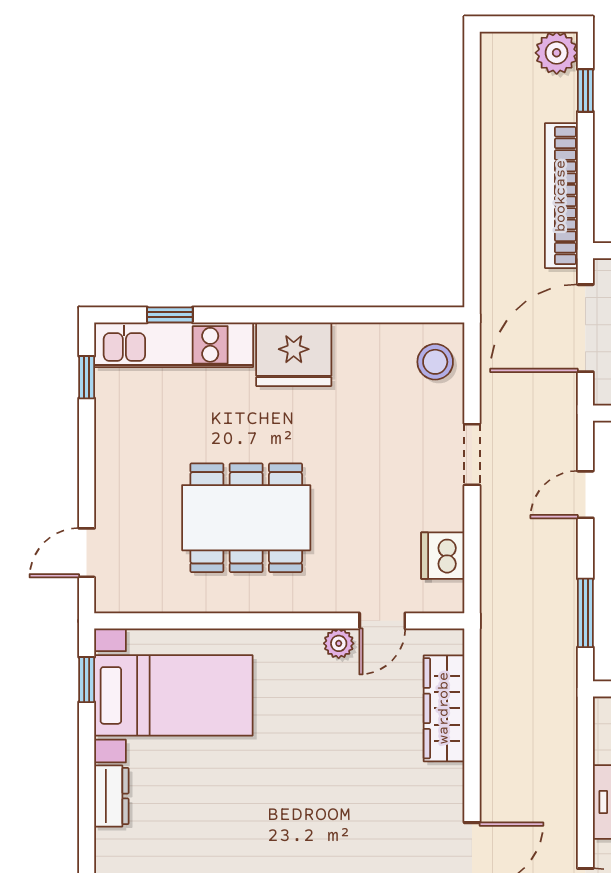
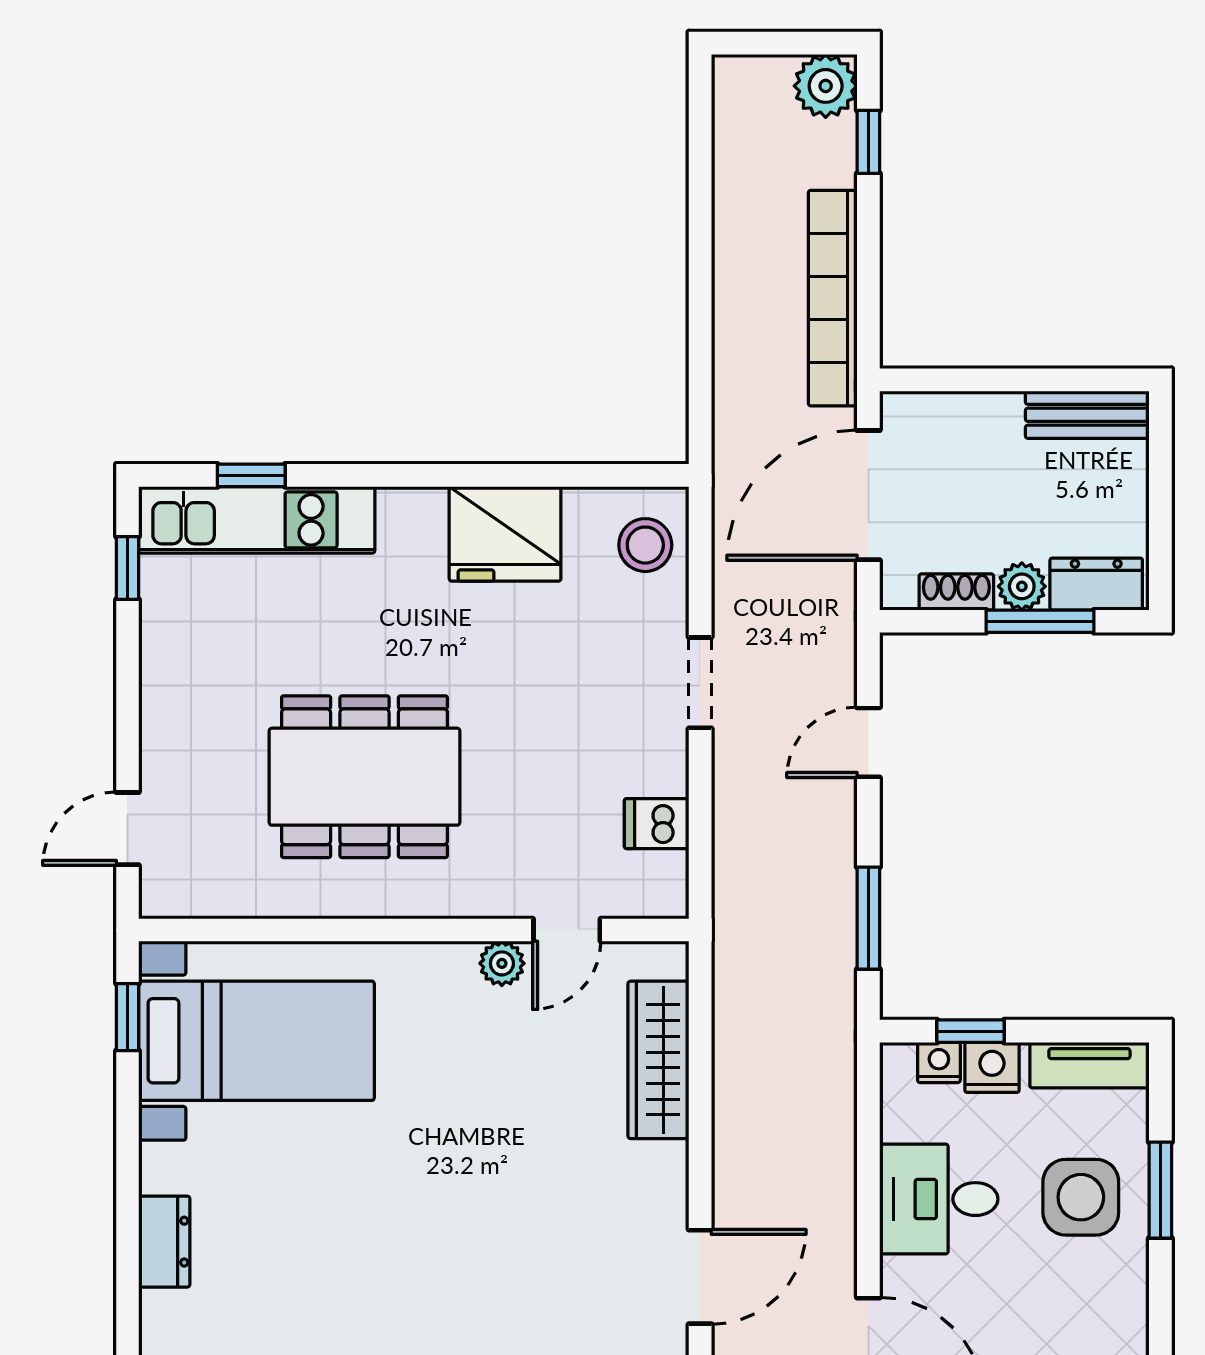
fridge: (294, 354) -> (505, 534), moved
dishwasher: (443, 556) -> (657, 824), width x0.73
dresser: (111, 796) -> (164, 1242), moved

